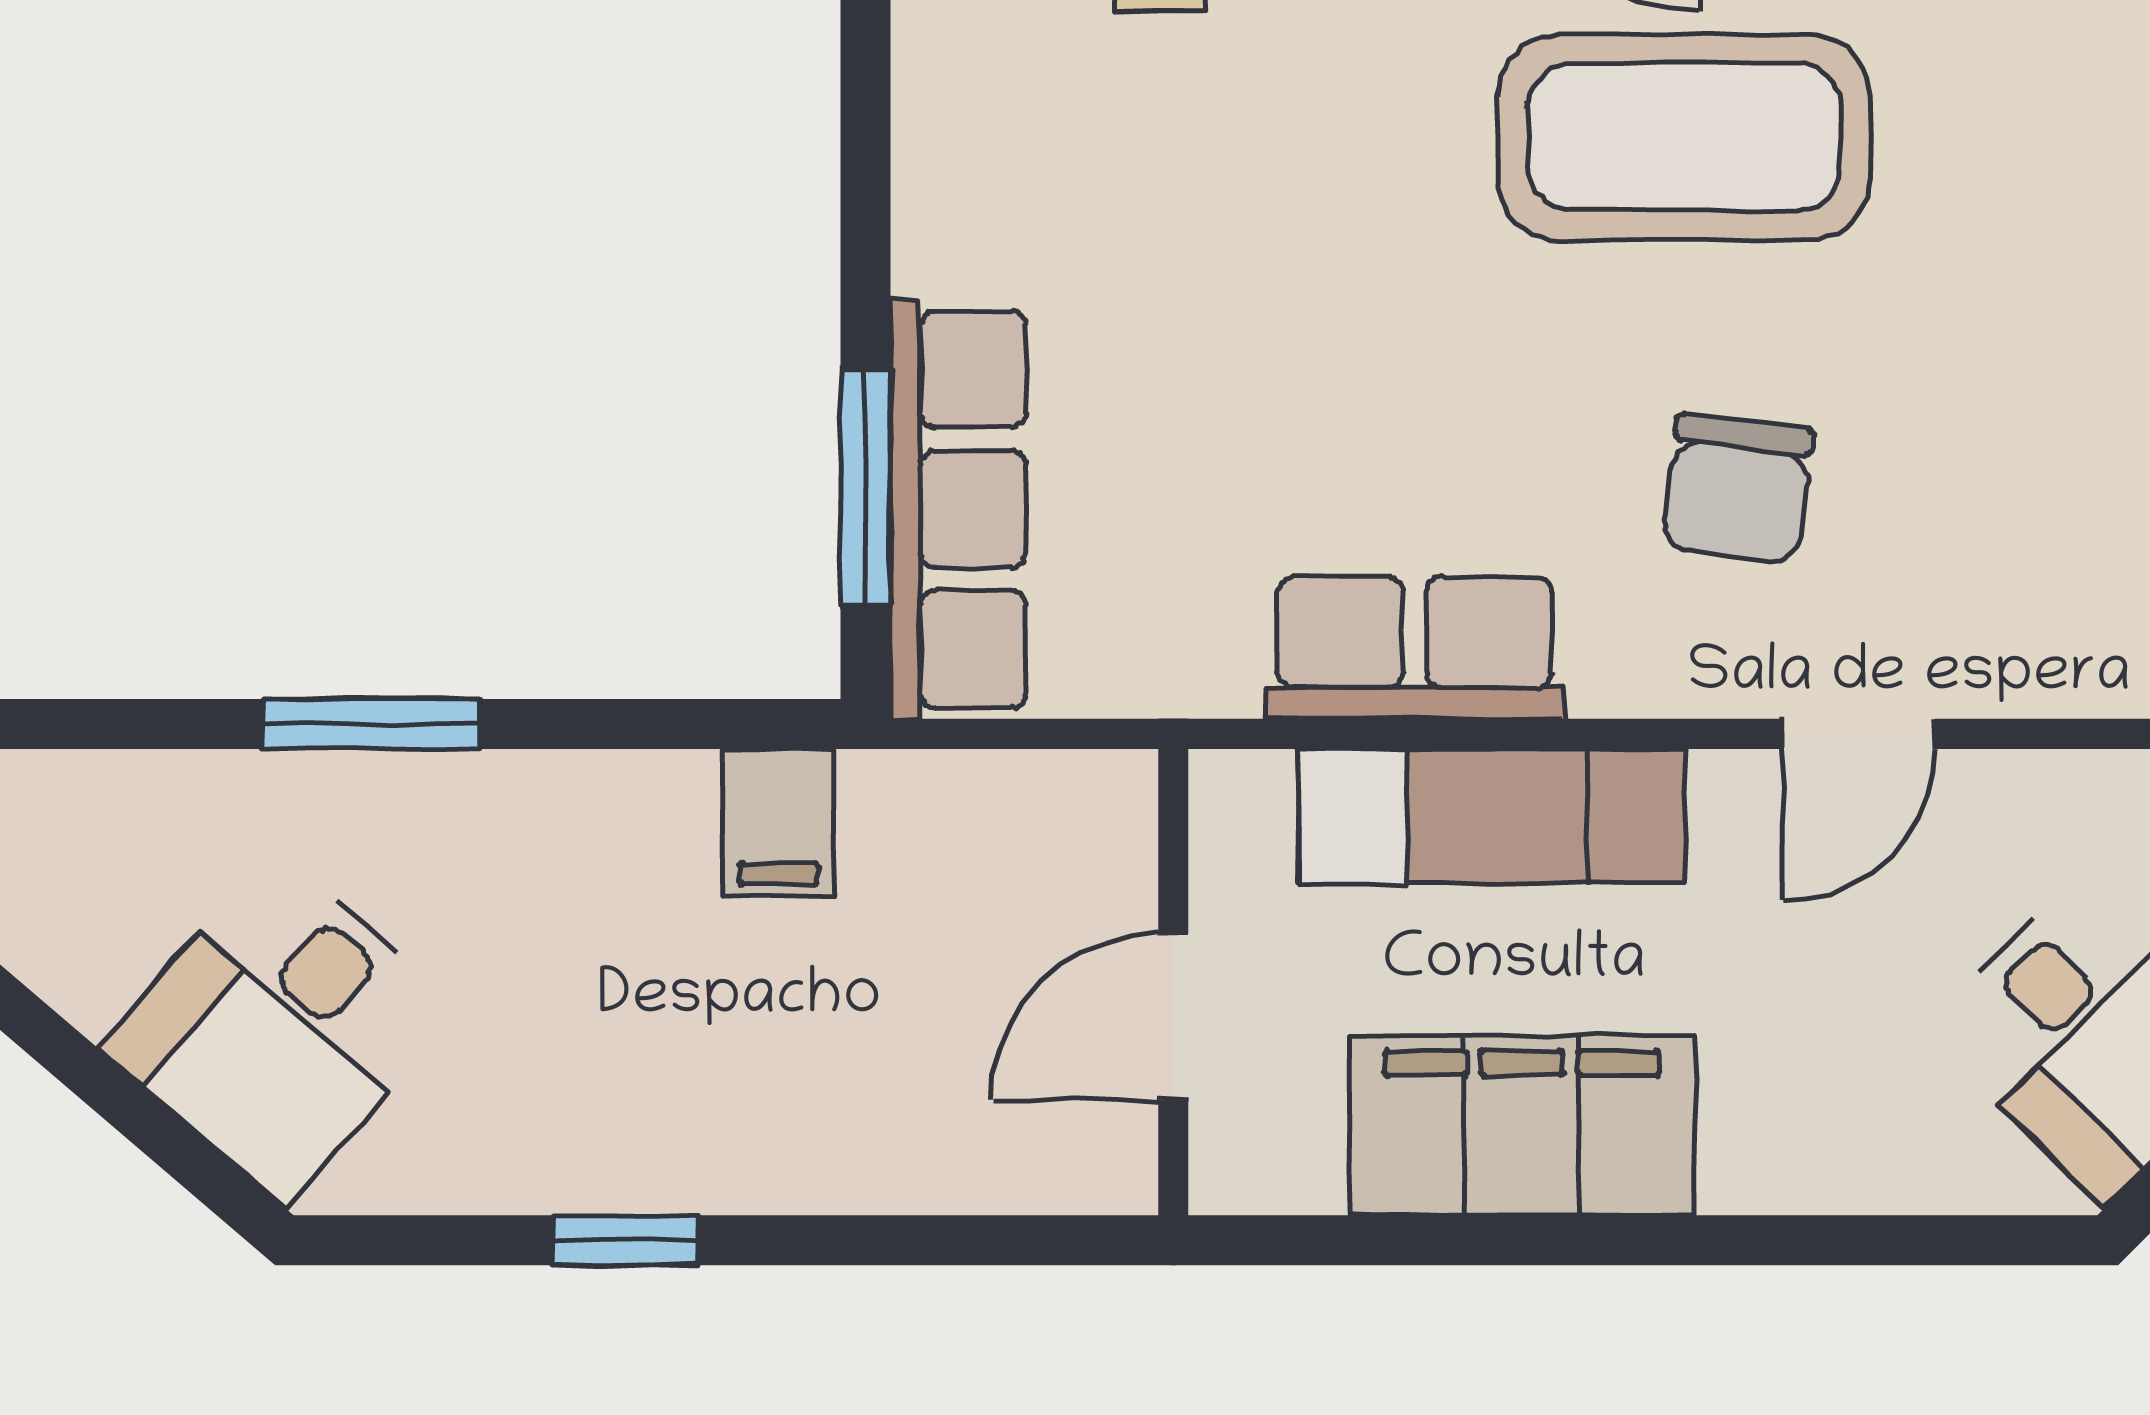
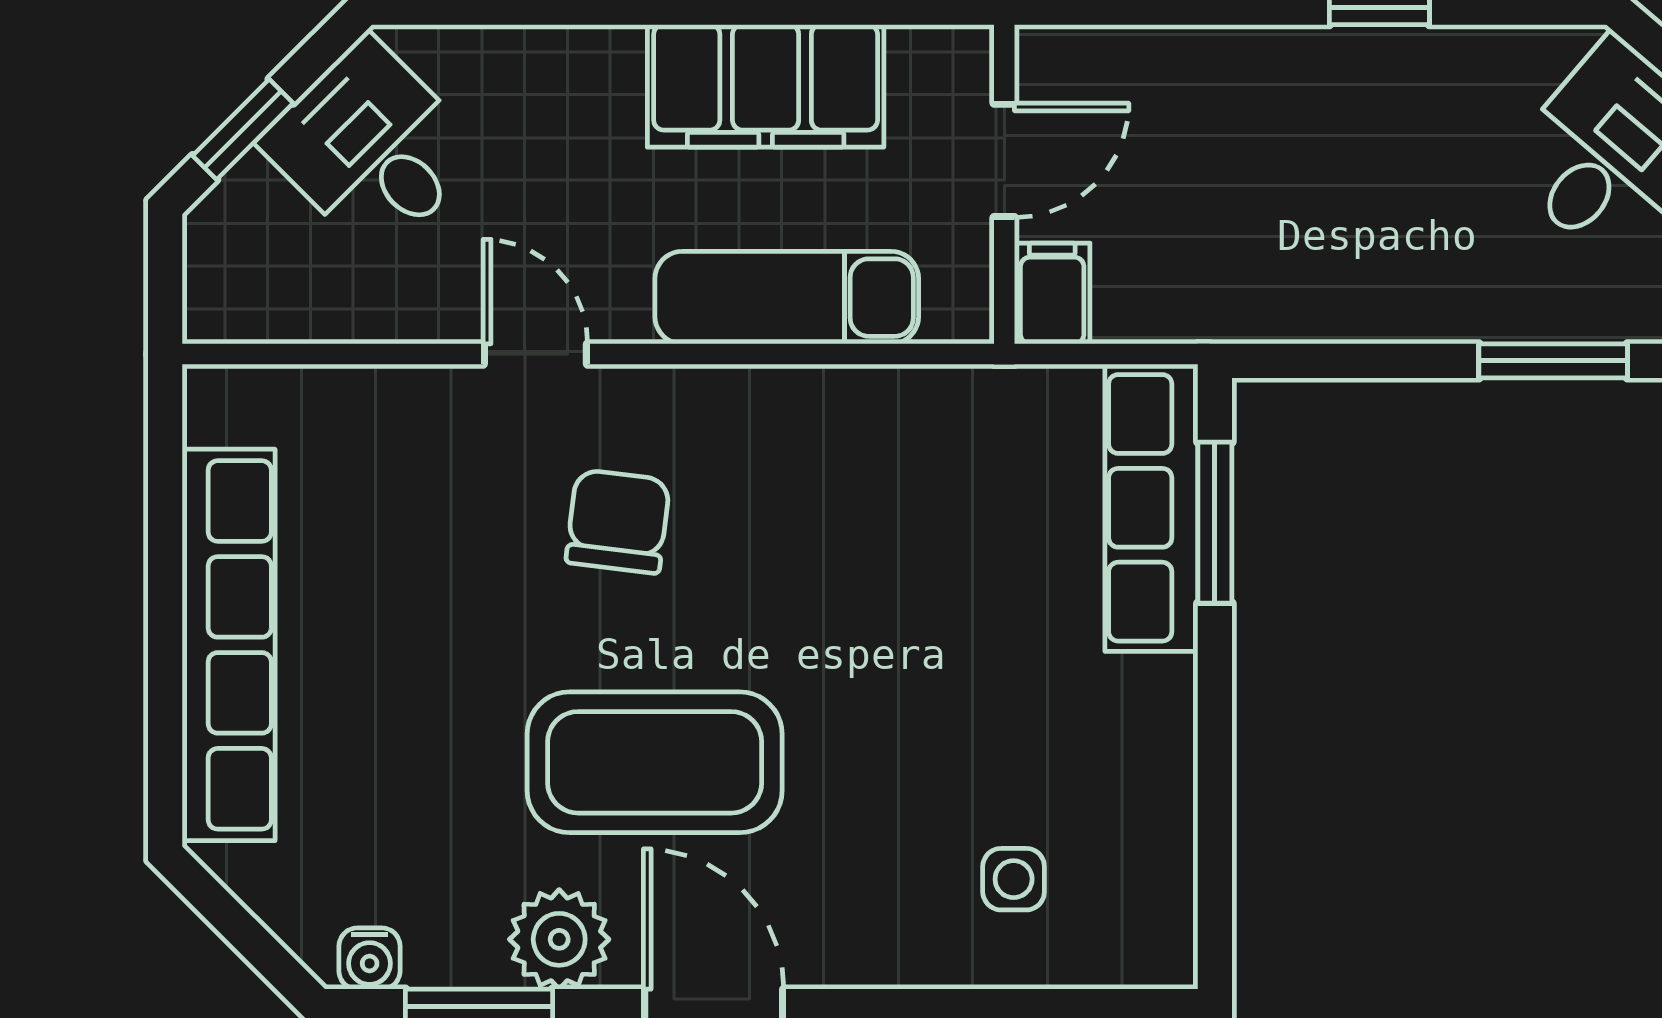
row of seats: (1415, 648) -> (839, 413), removed
door: (1858, 734) -> (535, 354), hinge flipped
filing cabinet: (778, 822) -> (1052, 293), moved

